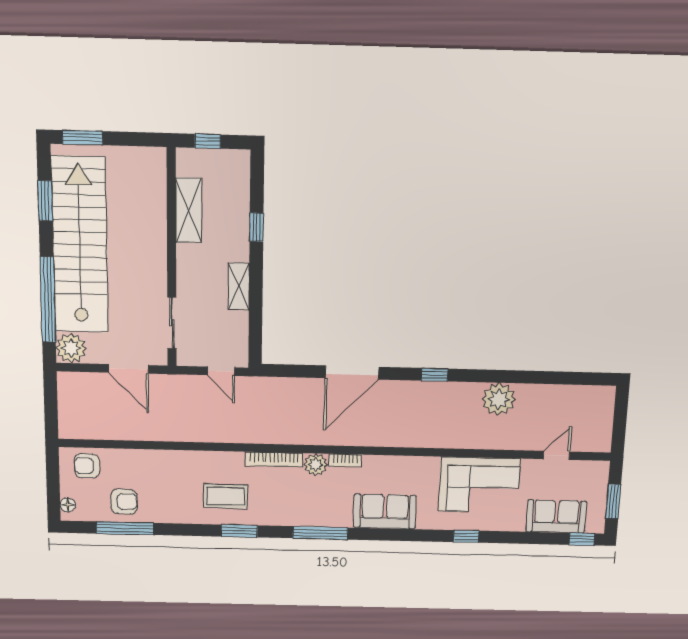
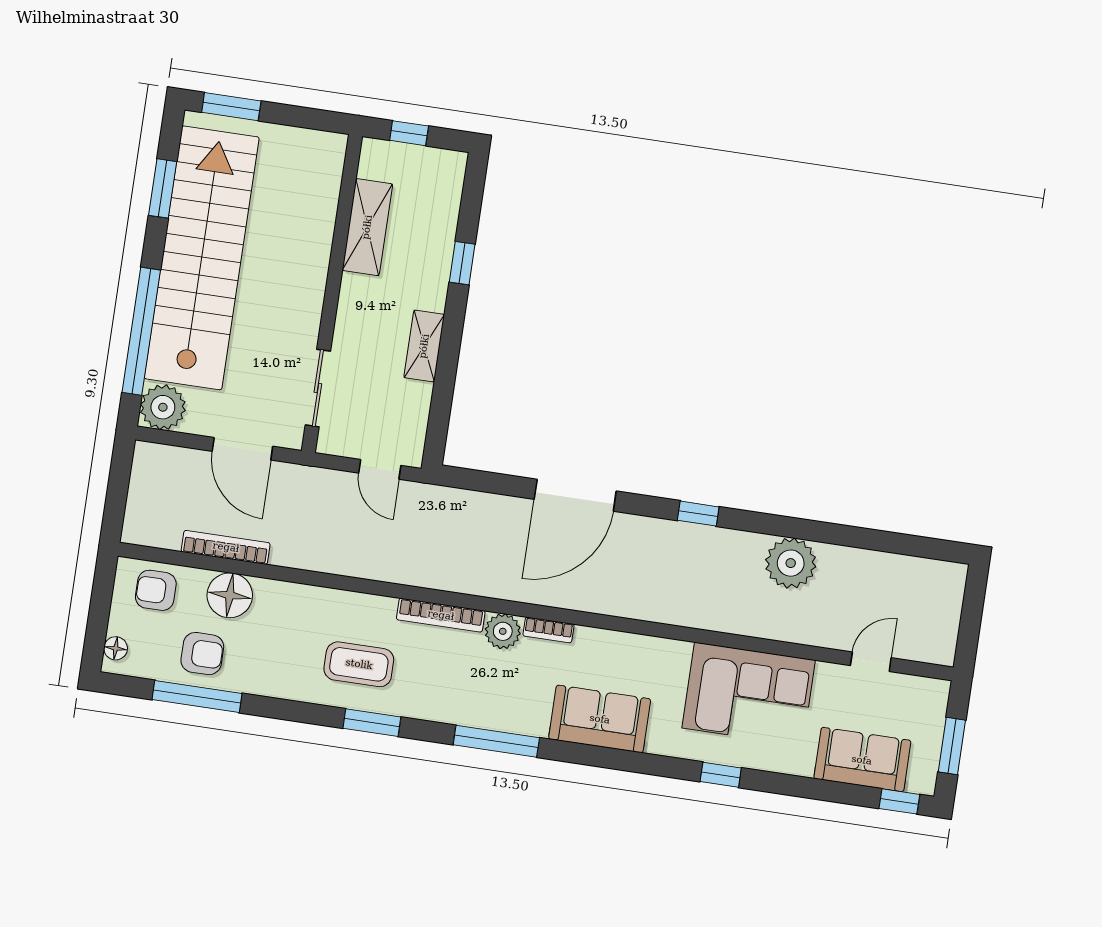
bookcase: (128, 433) -> (226, 547), added
floor lamp: (135, 463) -> (230, 595), added

